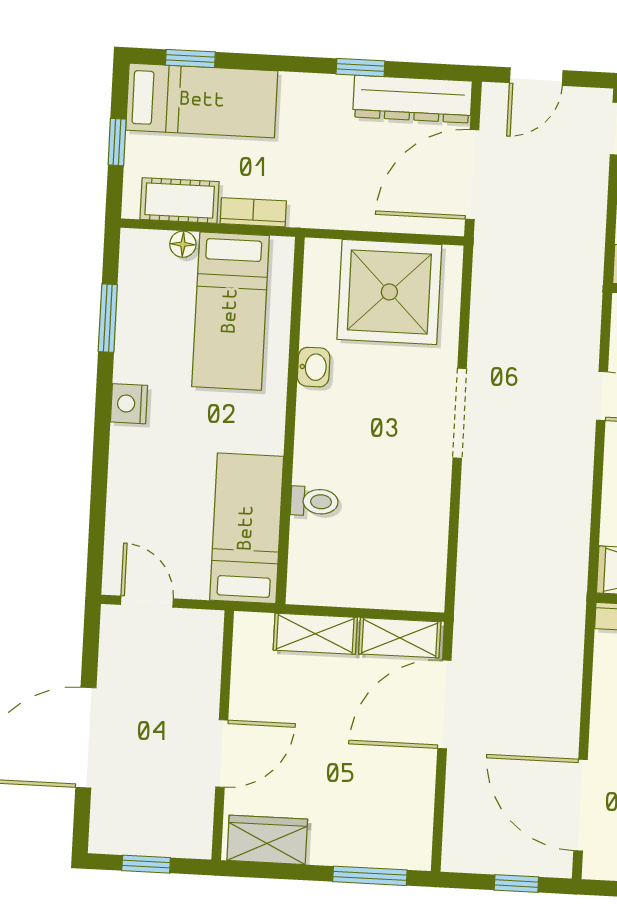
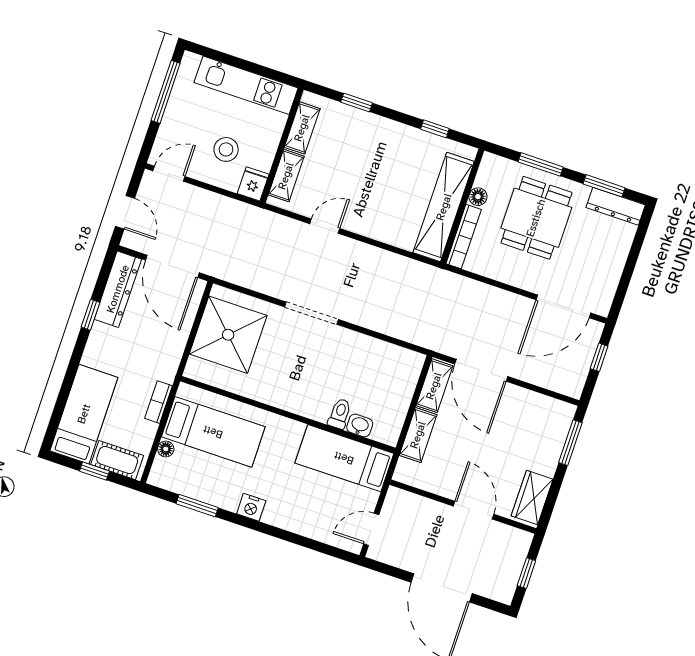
window: (190, 59) -> (57, 414), removed
cot: (180, 200) -> (117, 460), moved, turned 90
washbasin: (314, 367) -> (360, 426), moved

